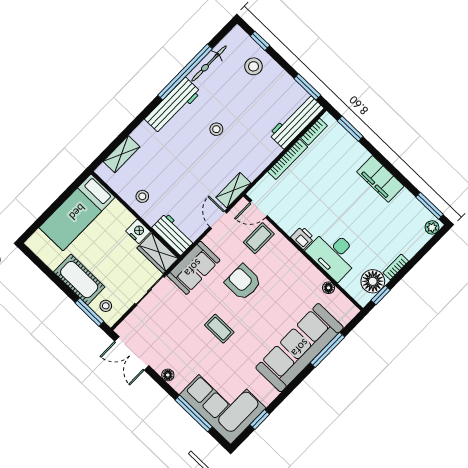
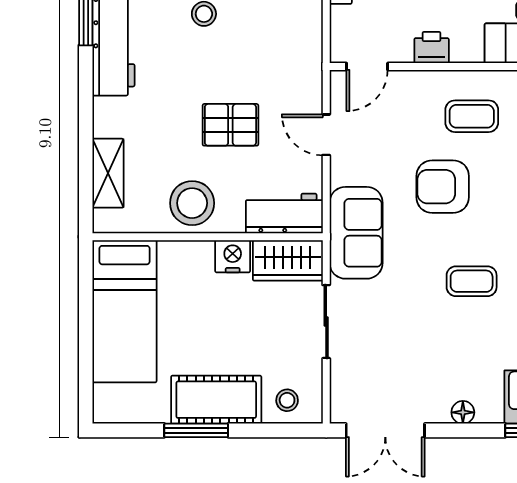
pallet: (186, 181) -> (230, 125), added
shelving: (233, 190) -> (308, 74), removed
stool: (142, 196) -> (192, 203), width x1.89, depth x1.89
coffee table: (259, 238) -> (472, 116), moved, turned 90
printer: (303, 238) -> (432, 47), moved
window: (89, 312) -> (196, 430), moved

